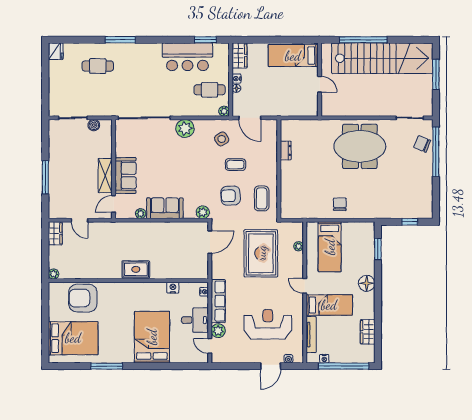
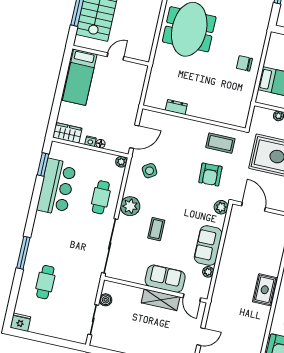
cafe table: (210, 90) -> (101, 197), moved
coffee table: (235, 165) -> (156, 229), moved

